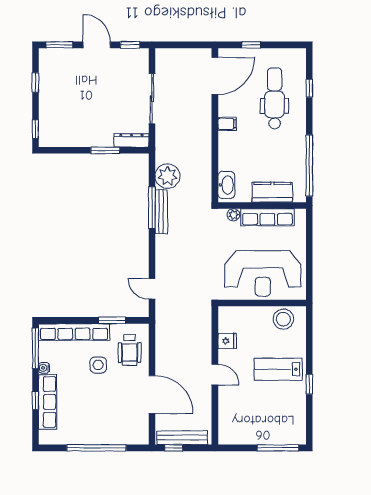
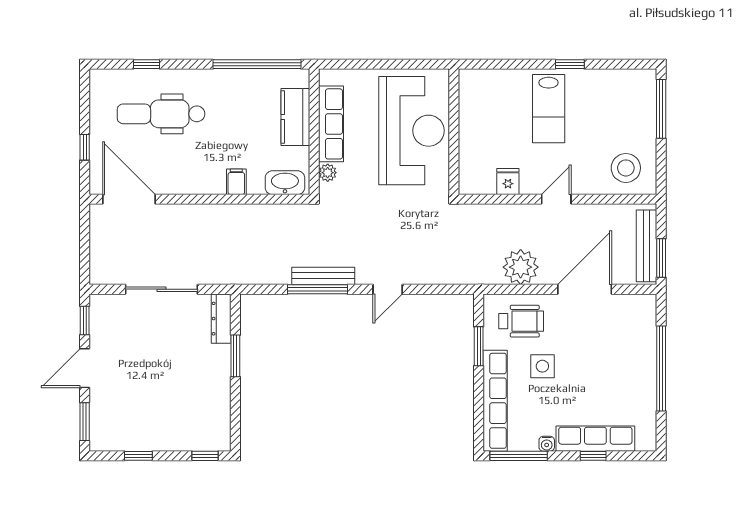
filing cabinet: (227, 124) -> (236, 182), moved
plant: (167, 176) -> (521, 267), moved
door: (152, 289) -> (388, 289), moved
stool: (283, 319) -> (626, 168), moved
window: (174, 448) -> (661, 258), width x1.50

